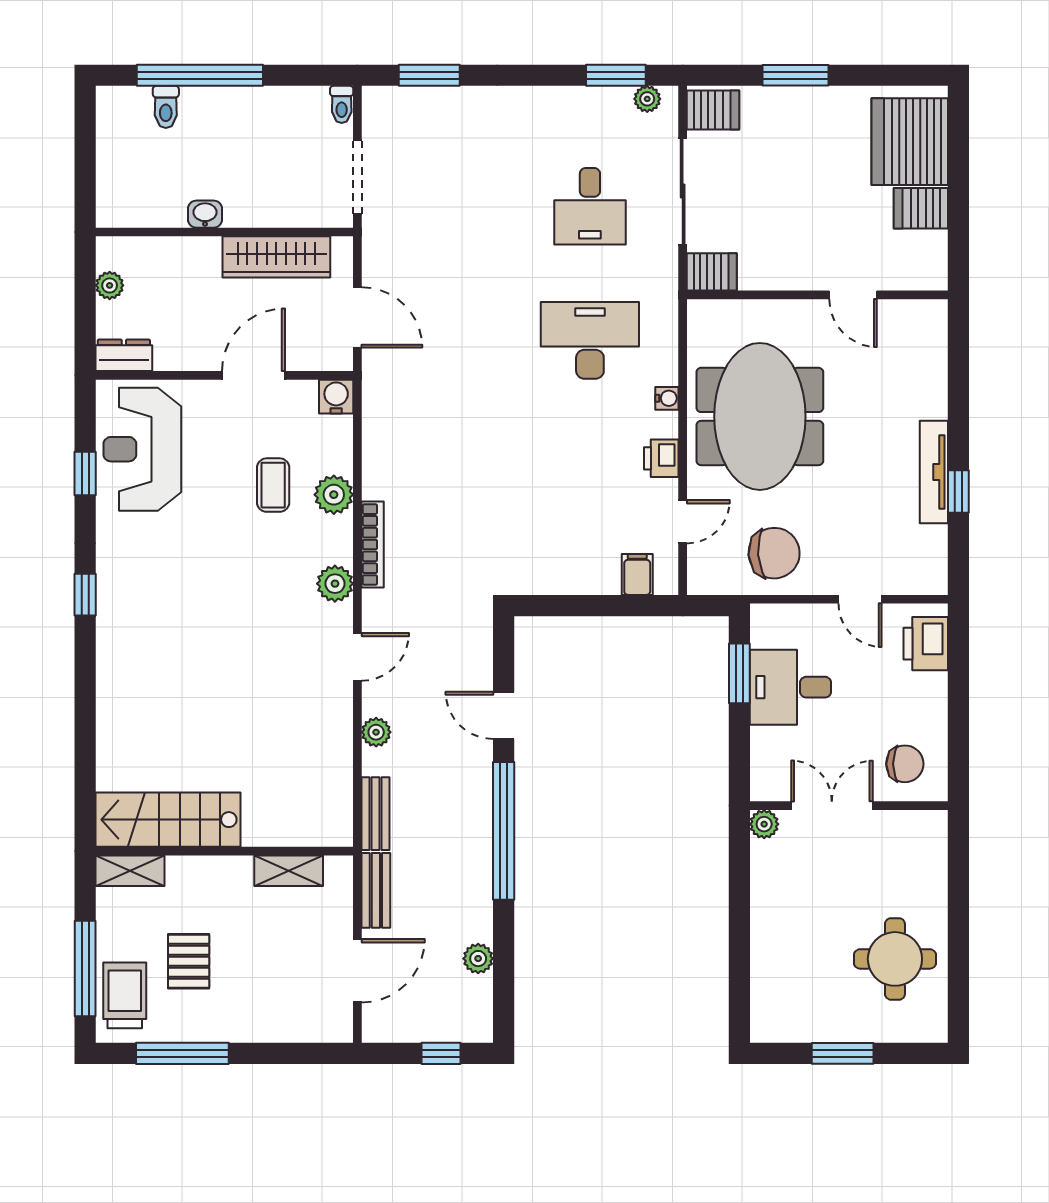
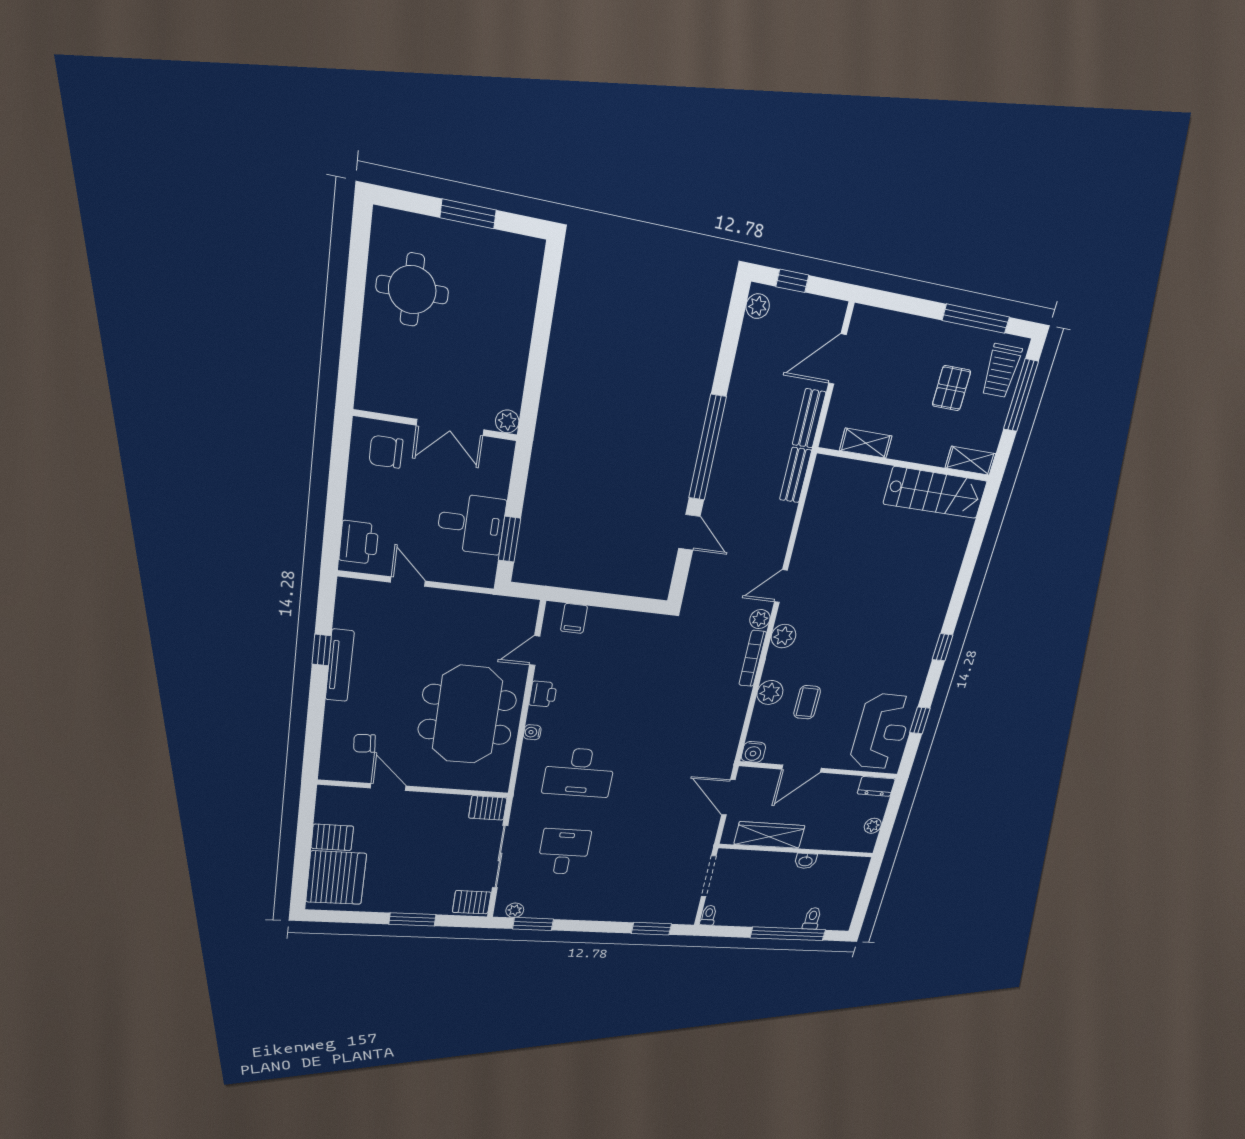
chair: (774, 553) -> (364, 743), moved, width x0.54, depth x0.54
plant: (376, 732) -> (760, 619), moved
plant: (478, 959) -> (758, 306), moved

